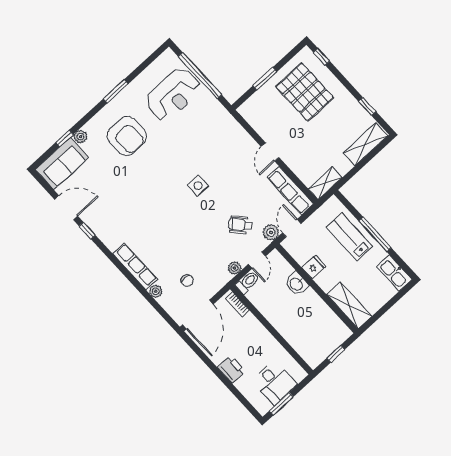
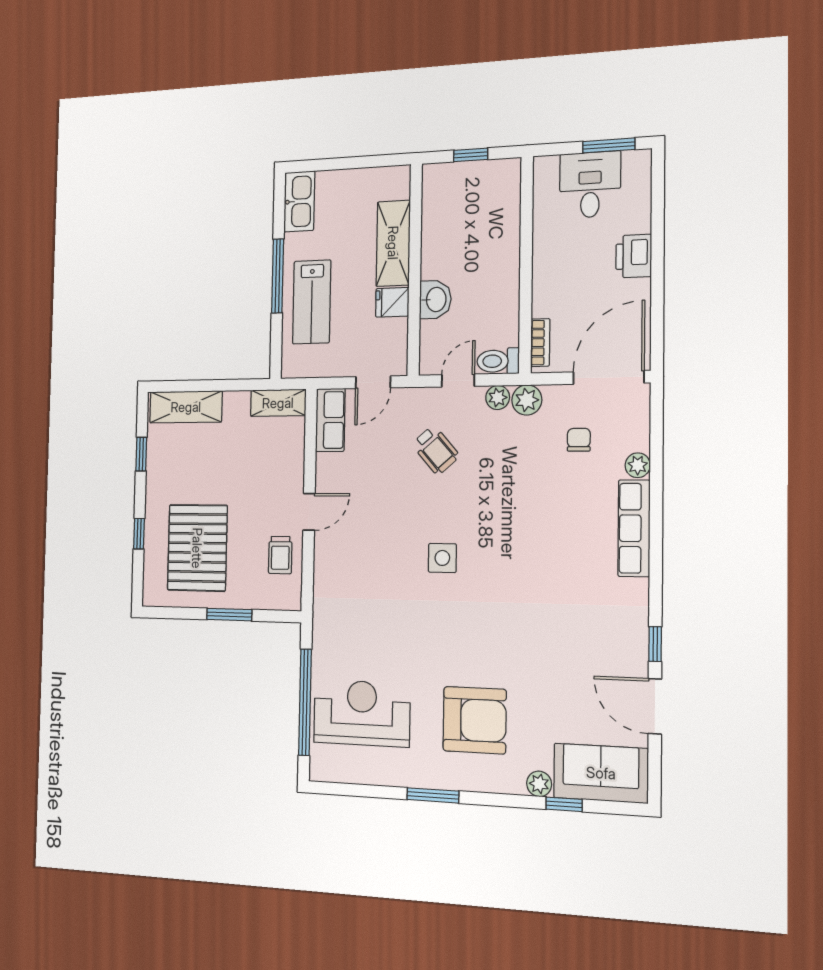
window: (321, 57) -> (139, 534), moved
trolley: (266, 123) -> (280, 555), added
armchair: (127, 136) -> (475, 720), turned 90
row of seats: (290, 191) -> (330, 420), width x0.68
plant: (271, 232) -> (527, 400), moved
shelving: (349, 305) -> (393, 243), moved

